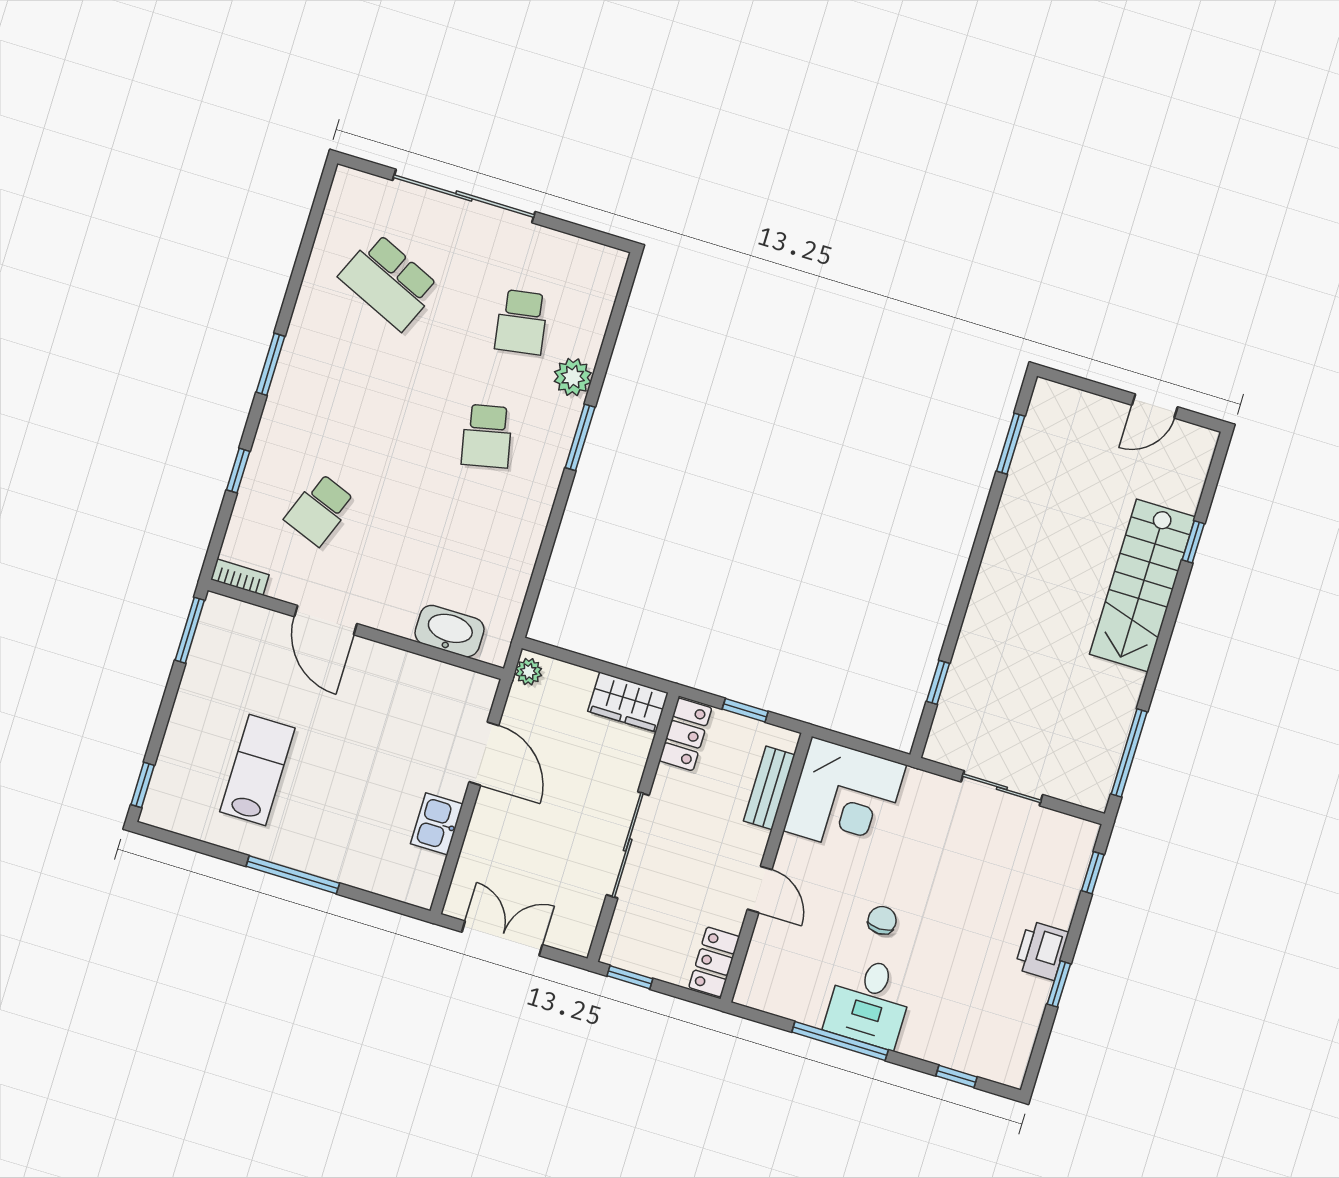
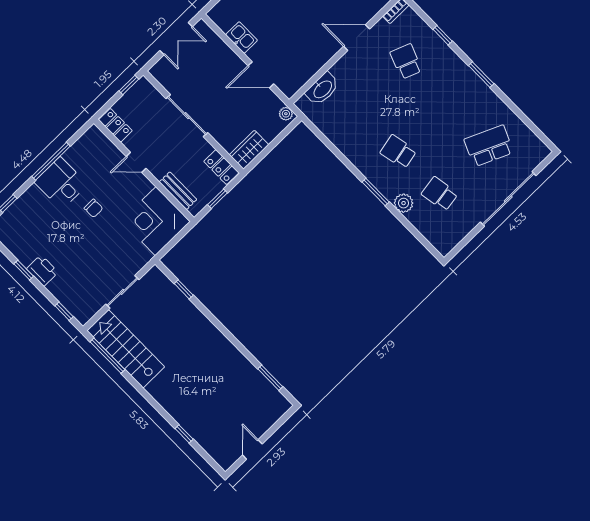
stairs: (1142, 586) -> (126, 349), moved

